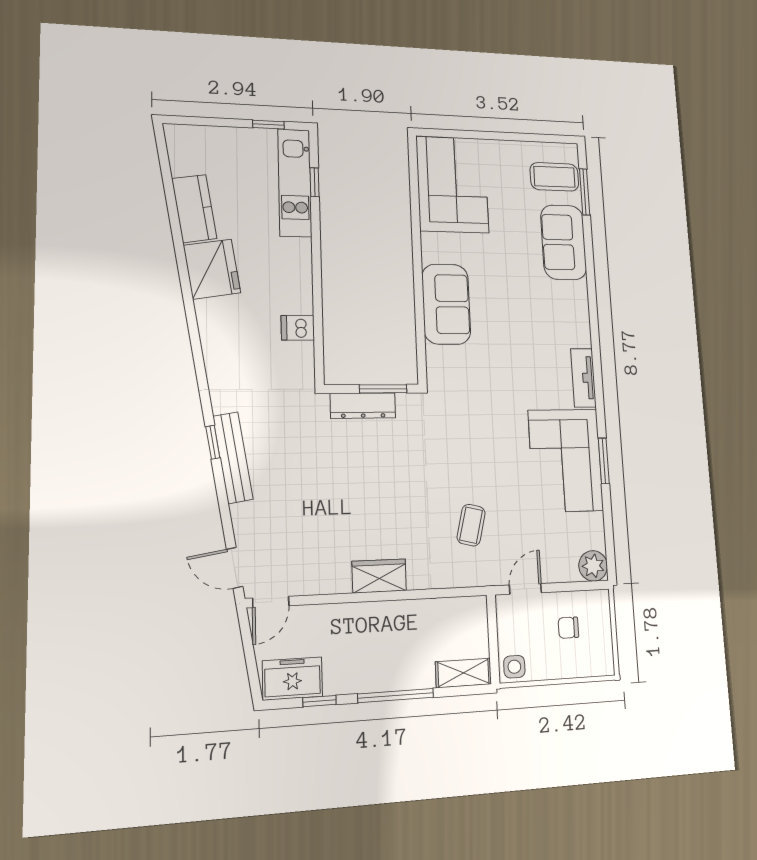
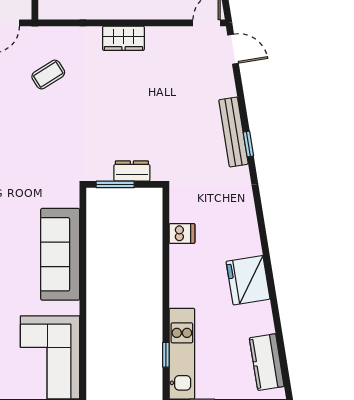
kitchen counter: (194, 209) -> (267, 362), moved
sofa: (446, 304) -> (60, 254), width x1.36
dresser: (363, 406) -> (132, 171), width x0.70
coffee table: (471, 525) -> (48, 75), turned 44

